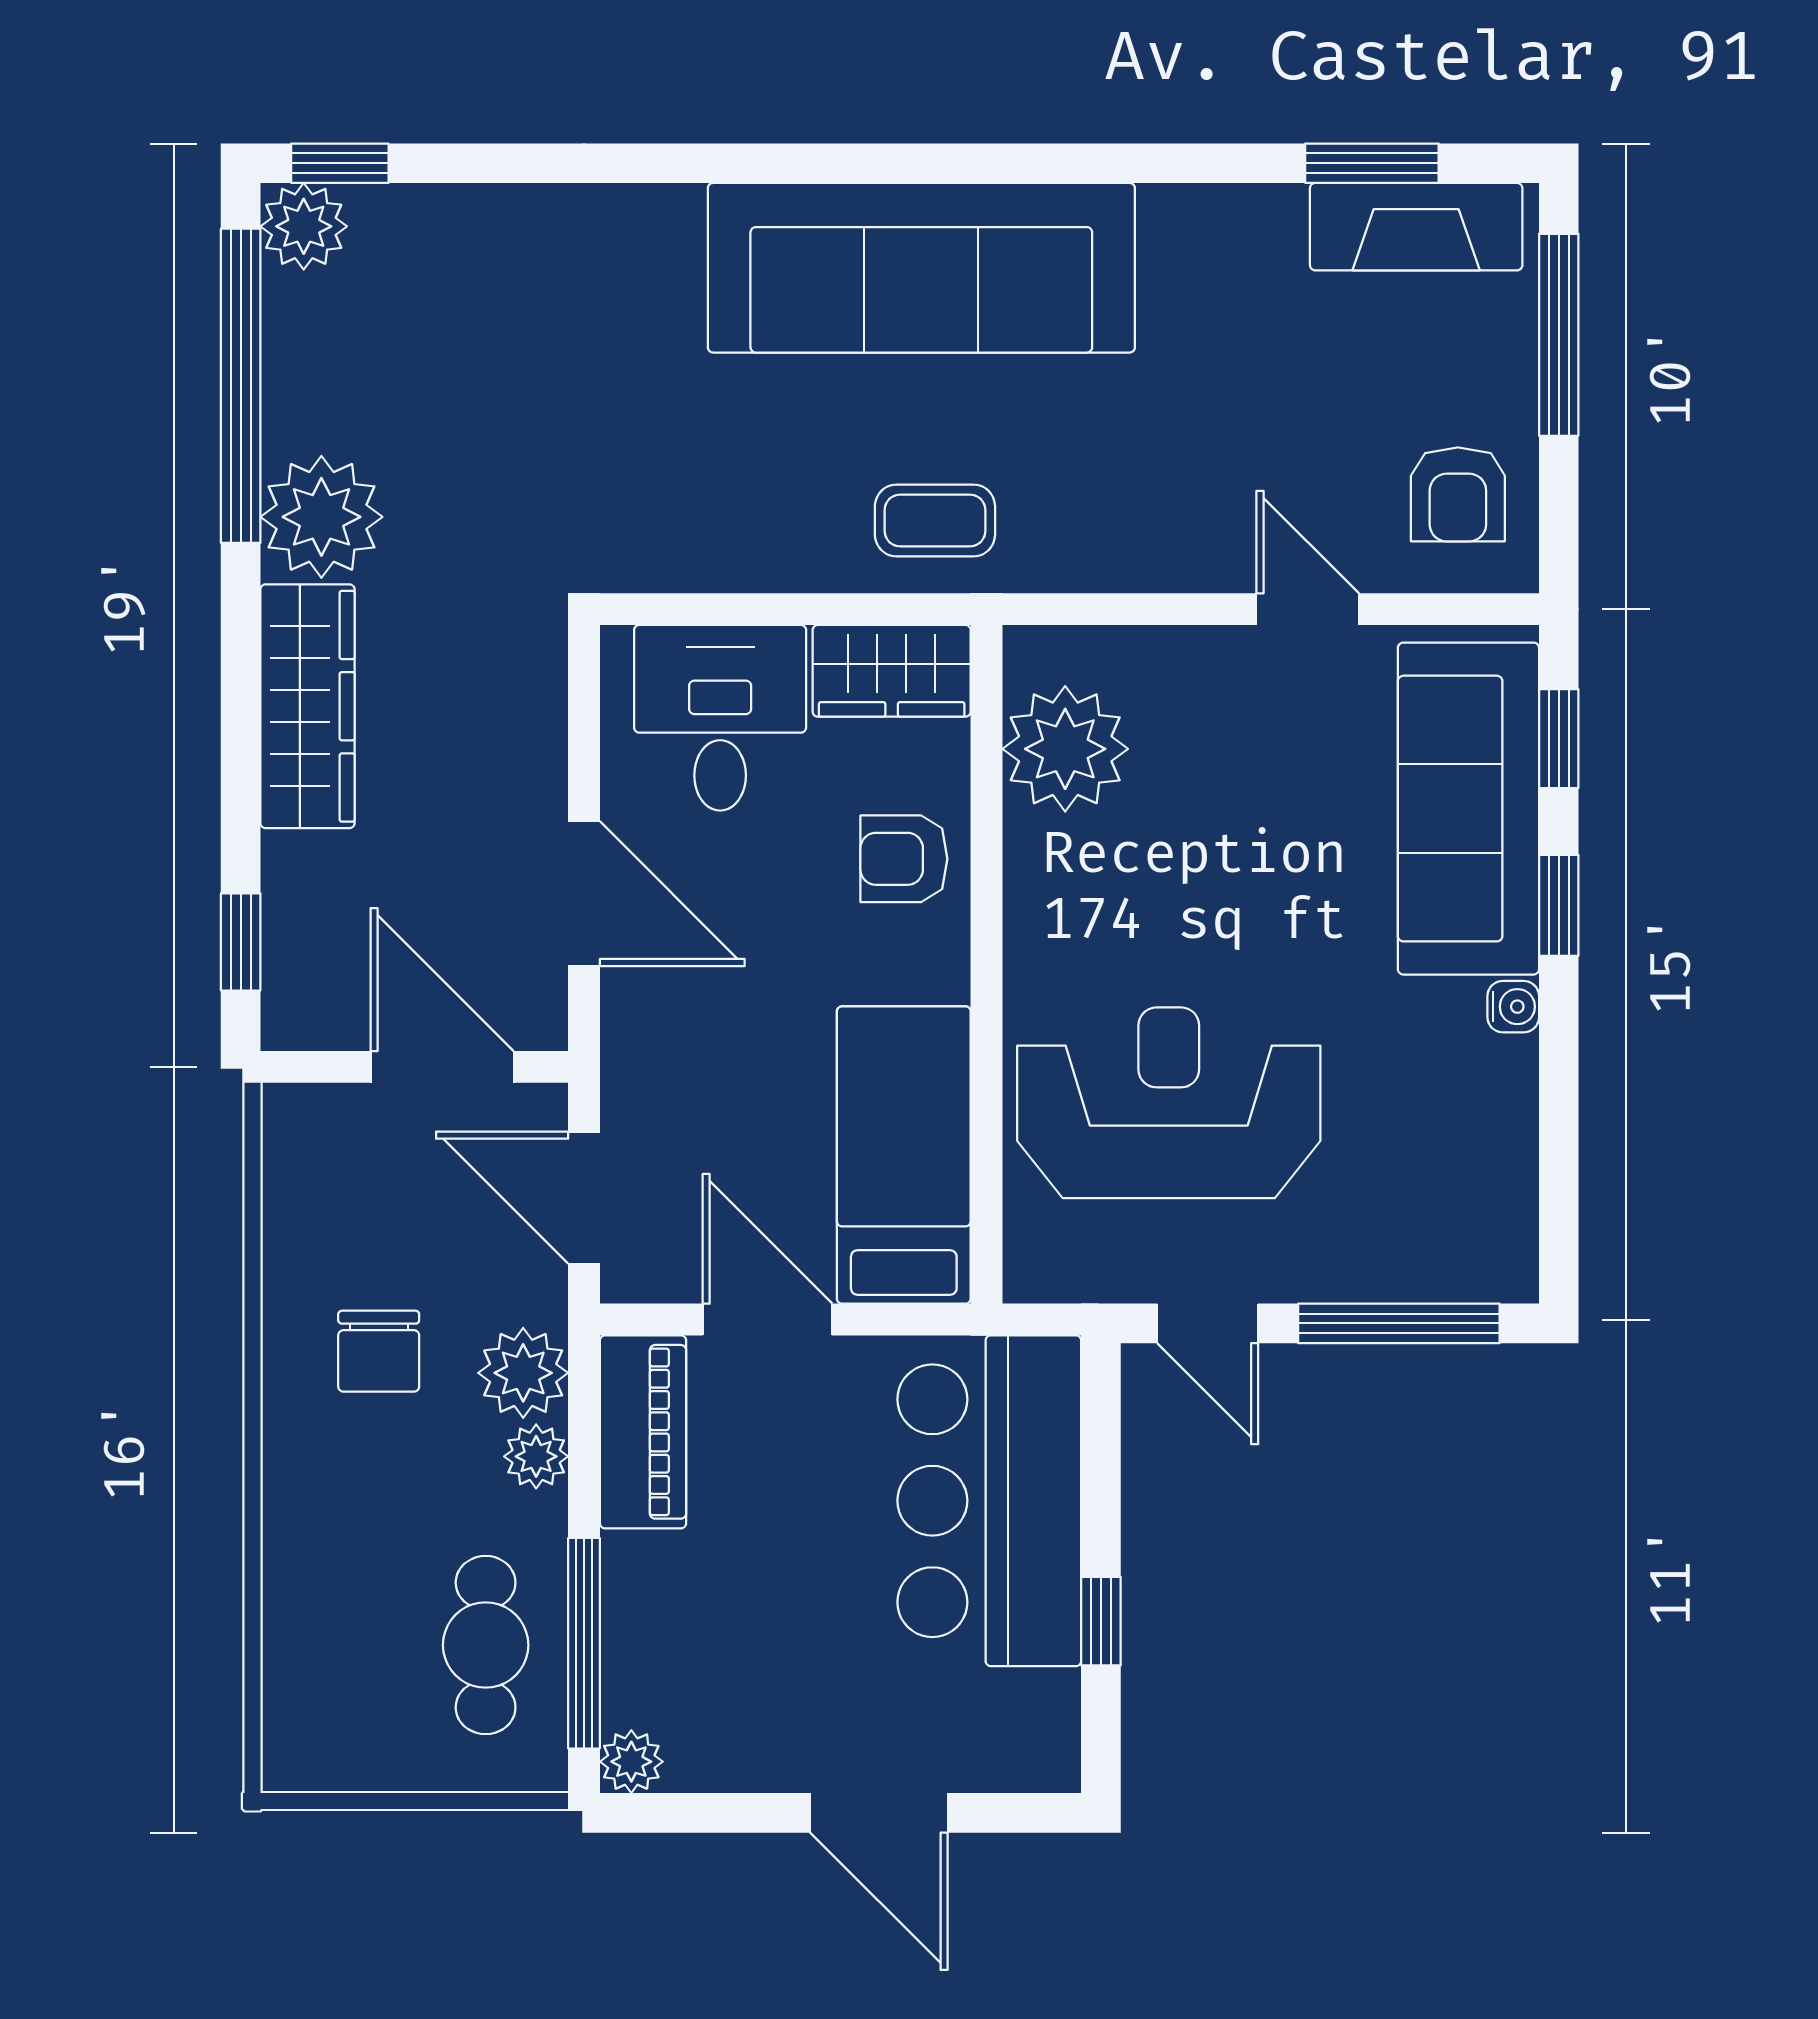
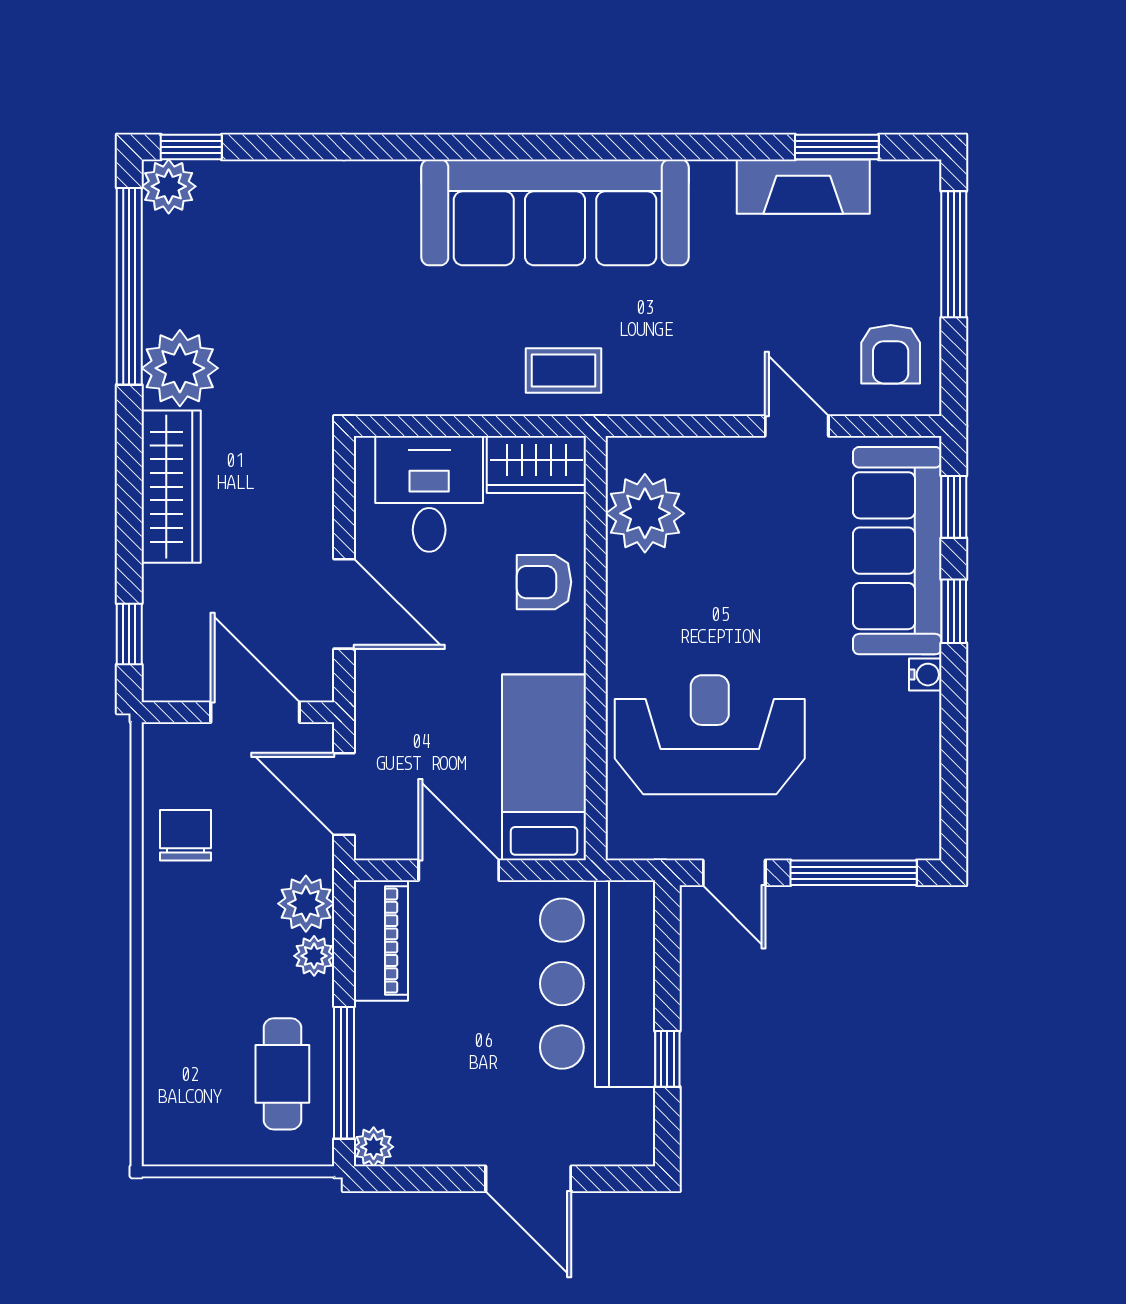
fireplace: (1416, 227) -> (803, 187), moved
chair: (379, 1351) -> (186, 835), moved, turned 180

